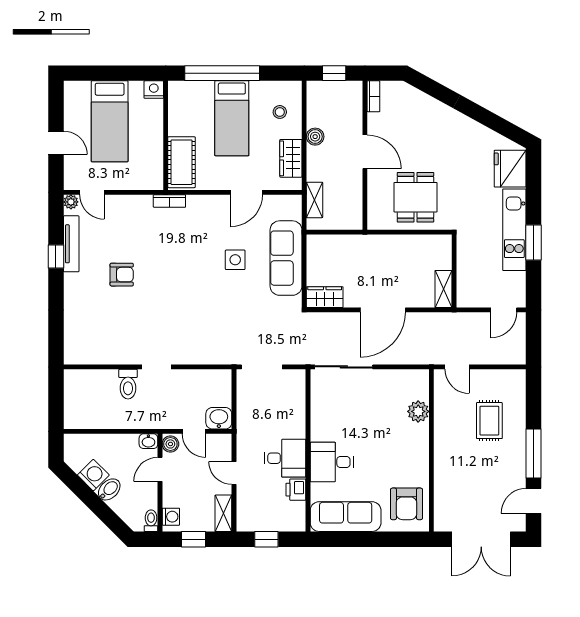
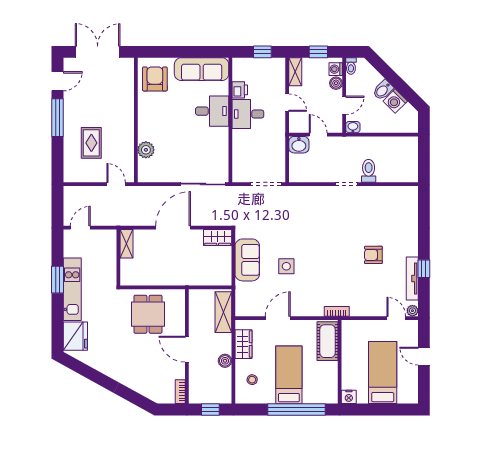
shelving: (315, 200) -> (223, 312), width x1.50, depth x1.33
sofa: (286, 258) -> (247, 260), width x0.73
boiler: (170, 444) -> (336, 83), moved

